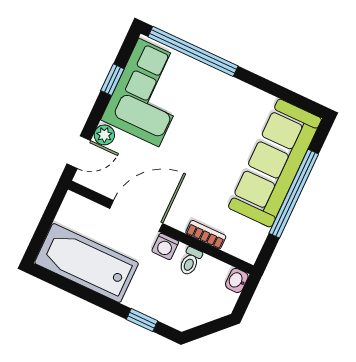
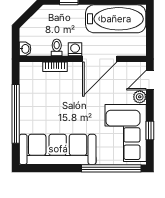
sofa: (275, 163) -> (58, 149), moved, turned -90

